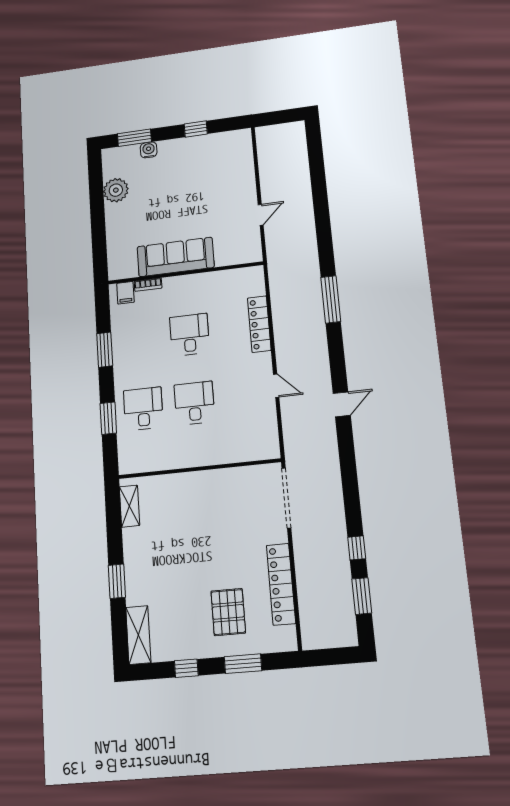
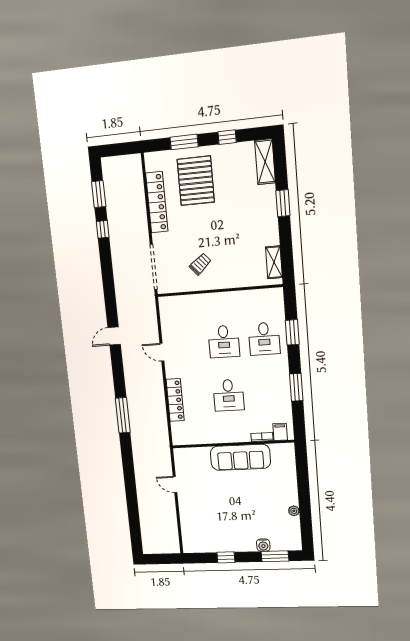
plant: (116, 190) -> (294, 511), width x0.53, depth x0.53
door: (261, 215) -> (175, 484), hinge flipped
trolley: (224, 503) -> (200, 264), added
pallet: (228, 612) -> (196, 181), width x1.37, depth x1.41

